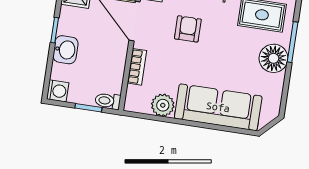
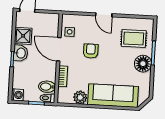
washbasin: (66, 50) -> (21, 53), moved
bidet: (109, 82) -> (47, 87), added

